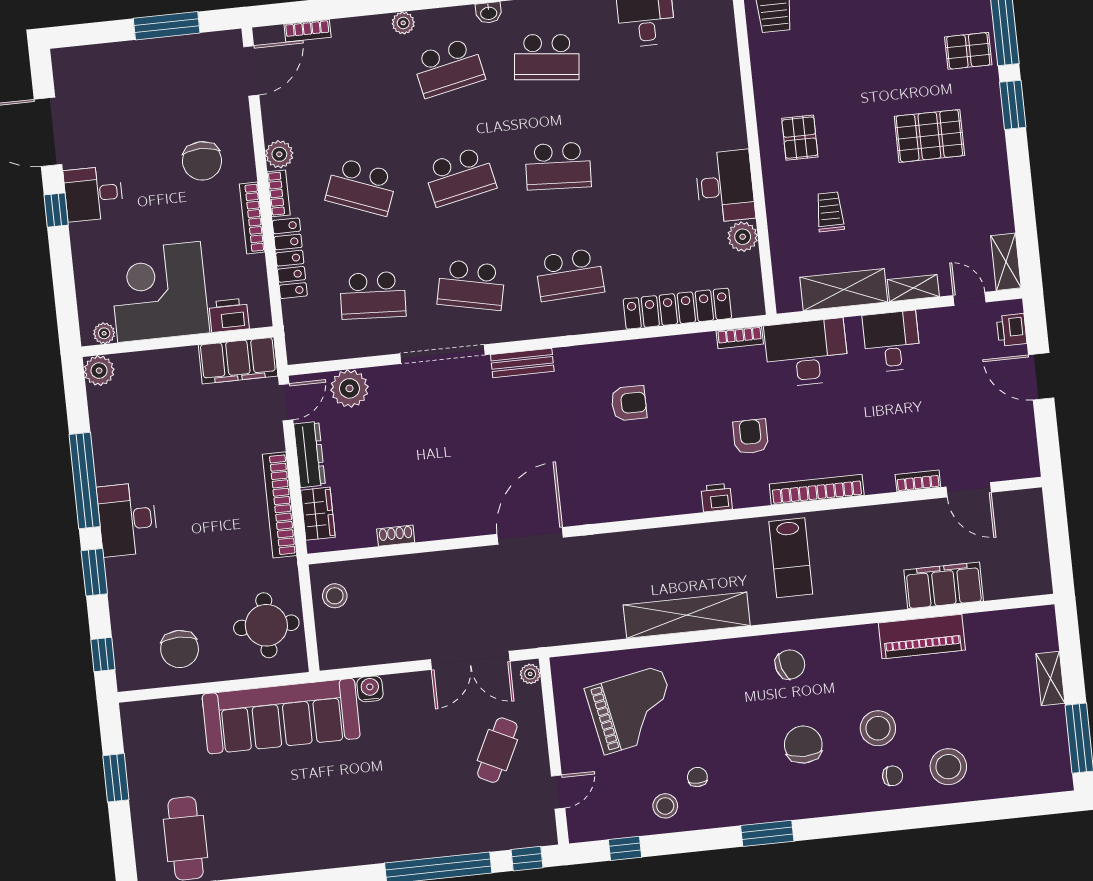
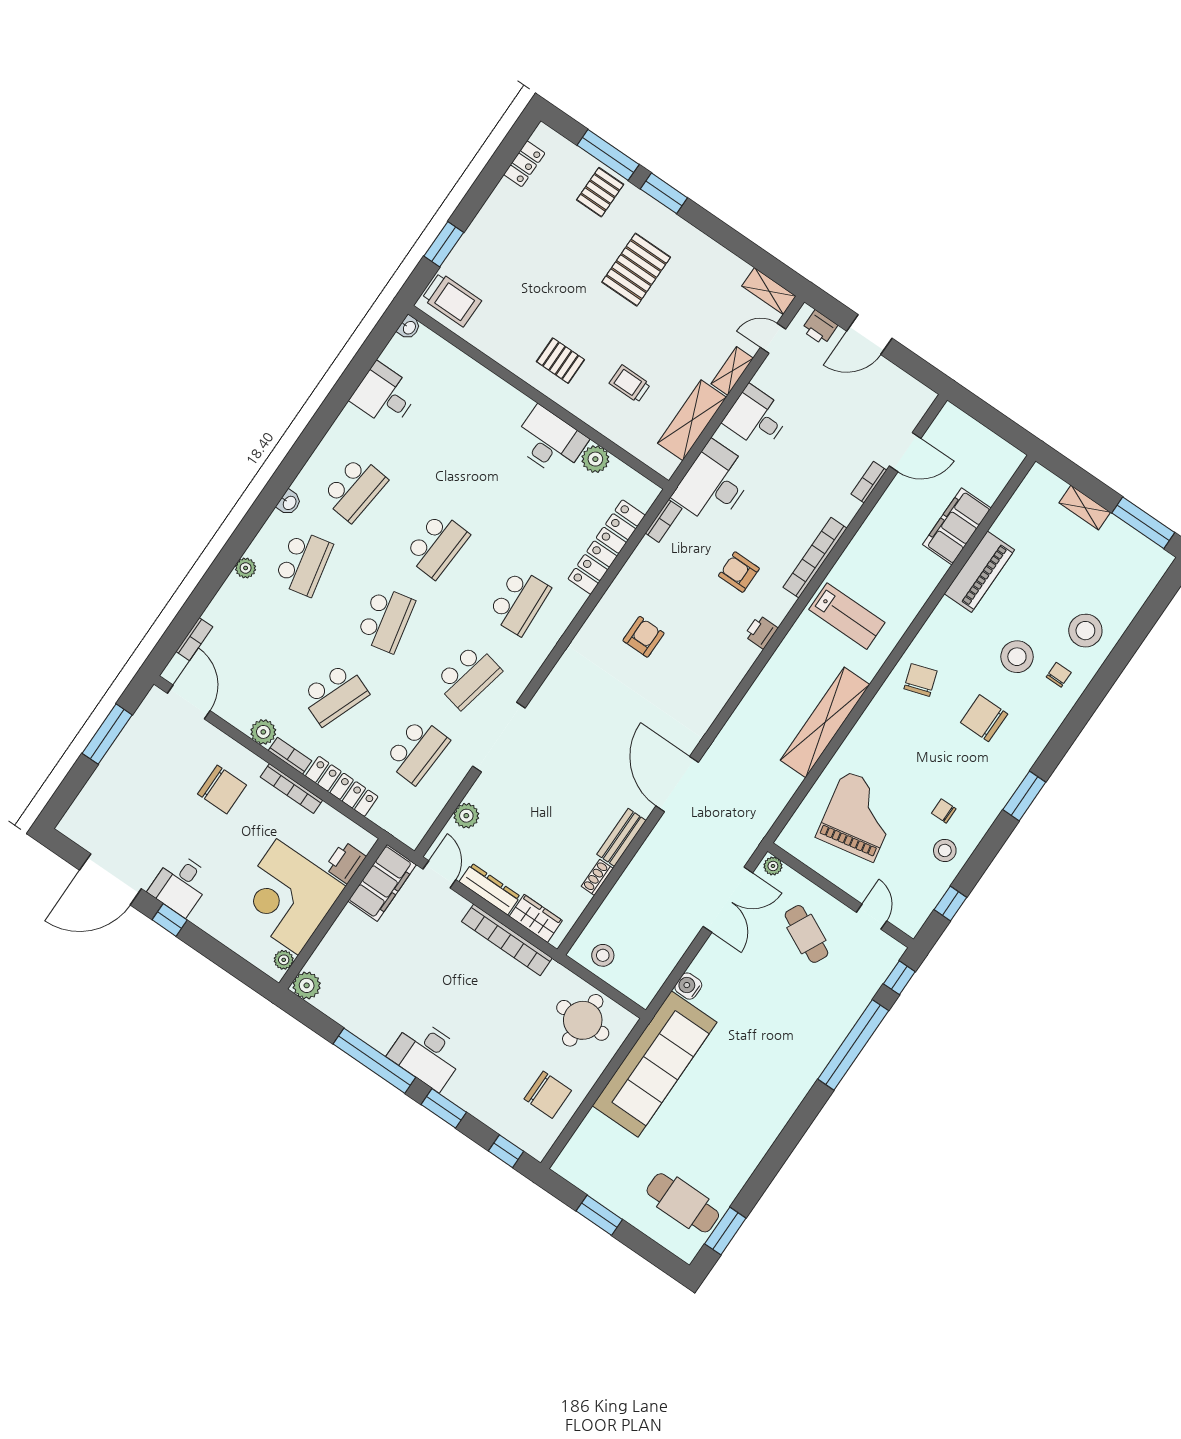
bench: (522, 363) -> (621, 837), moved
plant: (349, 388) -> (466, 816), width x0.73, depth x0.73

